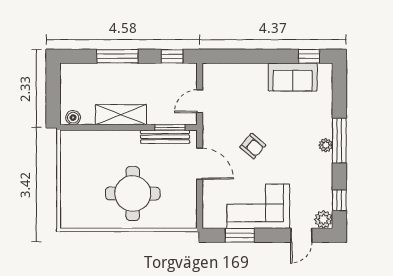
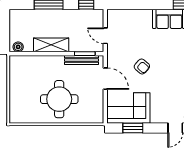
door: (200, 101) -> (105, 36), hinge flipped
corner sofa: (258, 206) -> (128, 108), moved

